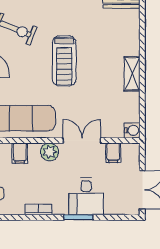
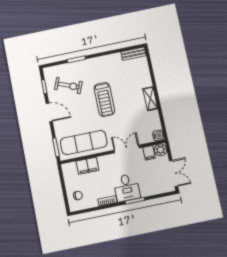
plant: (50, 152) -> (160, 150), moved
filing cabinet: (20, 153) -> (87, 166), width x2.00
desk: (86, 196) -> (127, 188), moved

